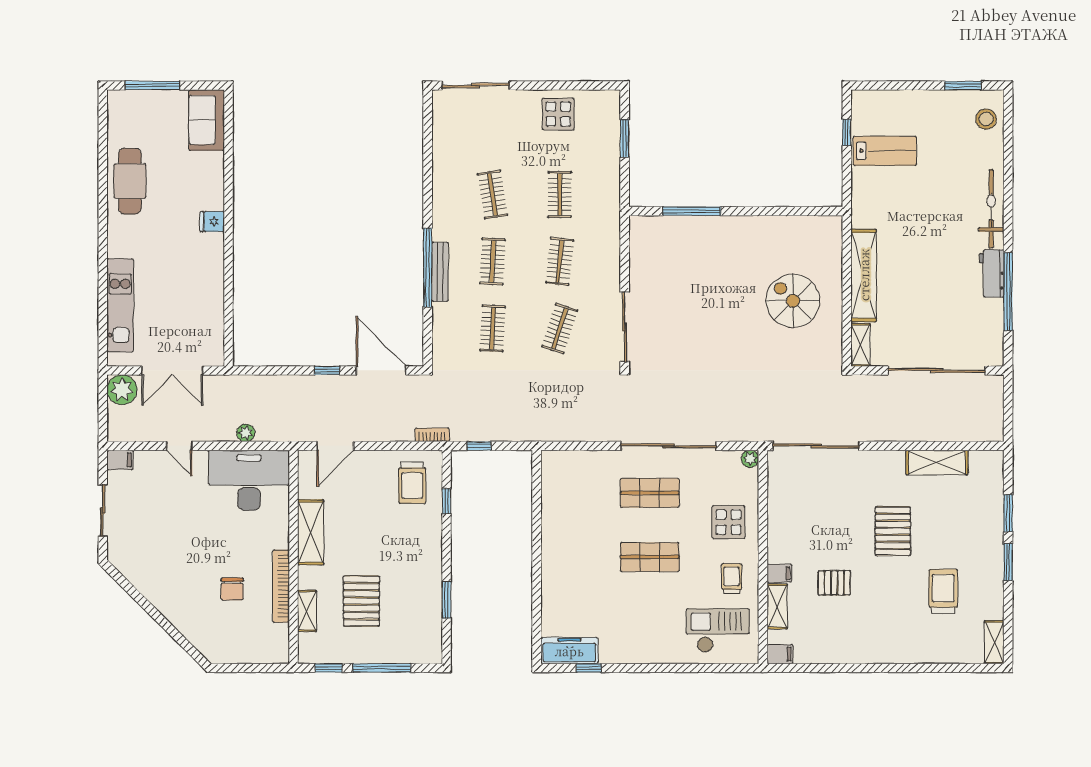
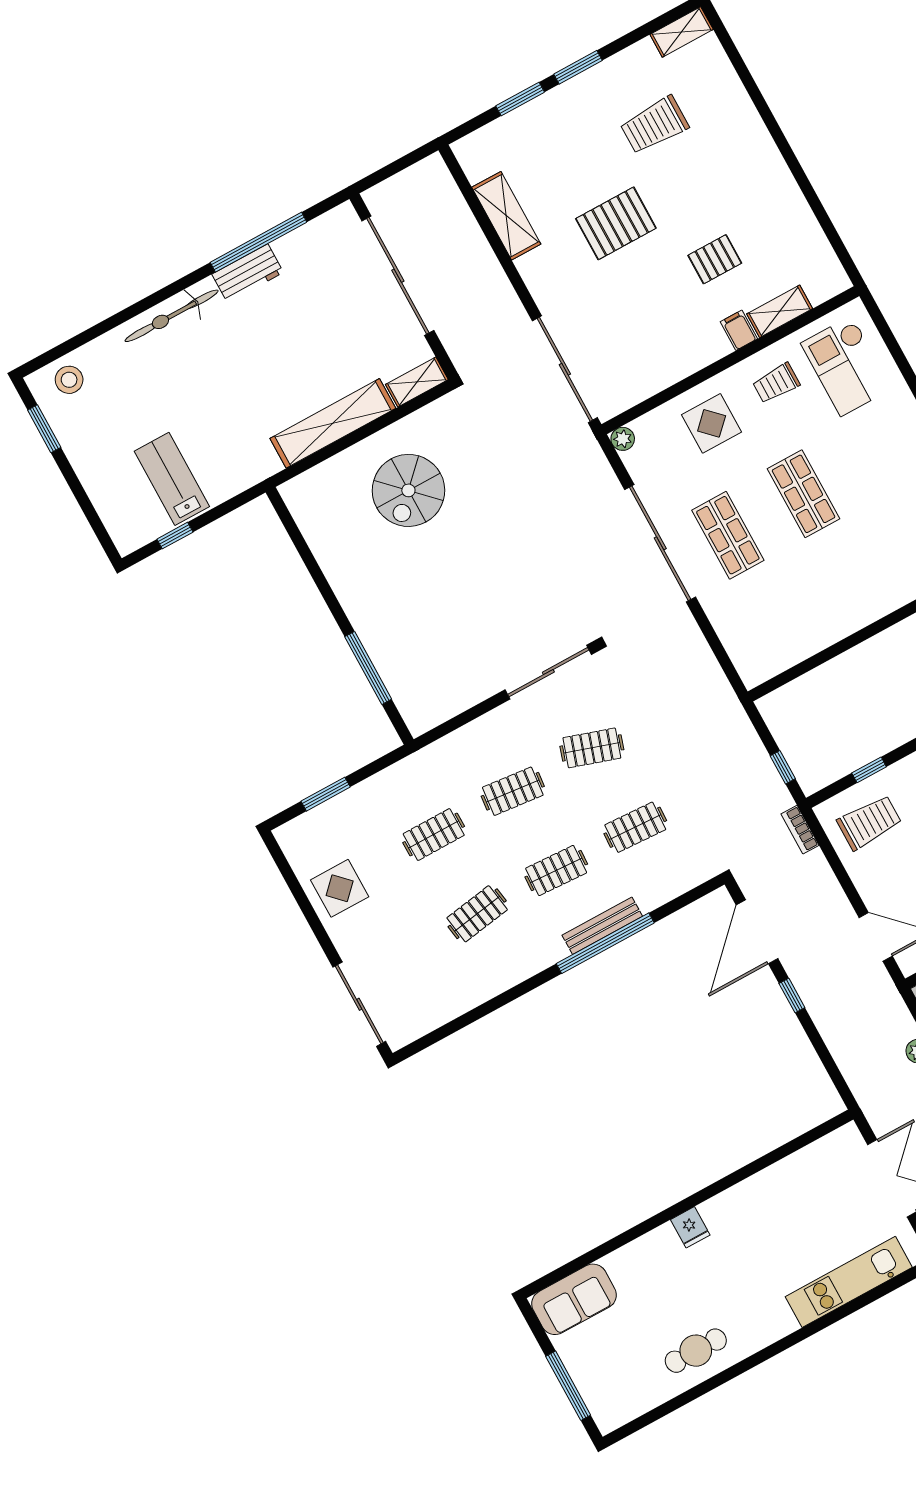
cafe table: (130, 181) -> (696, 1351), width x0.73, depth x0.74
pallet: (834, 583) -> (715, 259), turned 90
filing cabinet: (780, 654) -> (834, 277), removed

